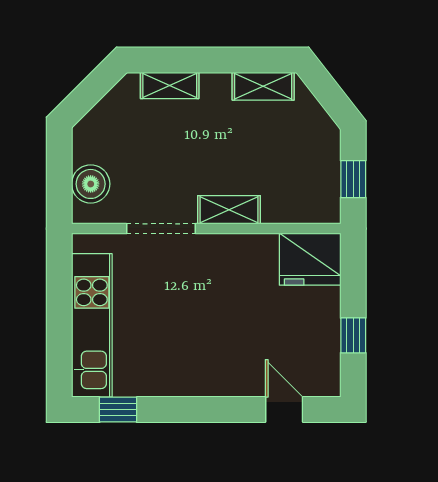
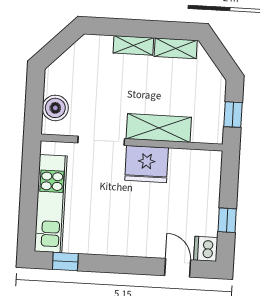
shelving: (170, 85) -> (133, 45), moved
shelving: (229, 210) -> (159, 128), width x1.50, depth x1.33
fridge: (310, 259) -> (147, 164), moved
dishwasher: (324, 379) -> (206, 249), added

